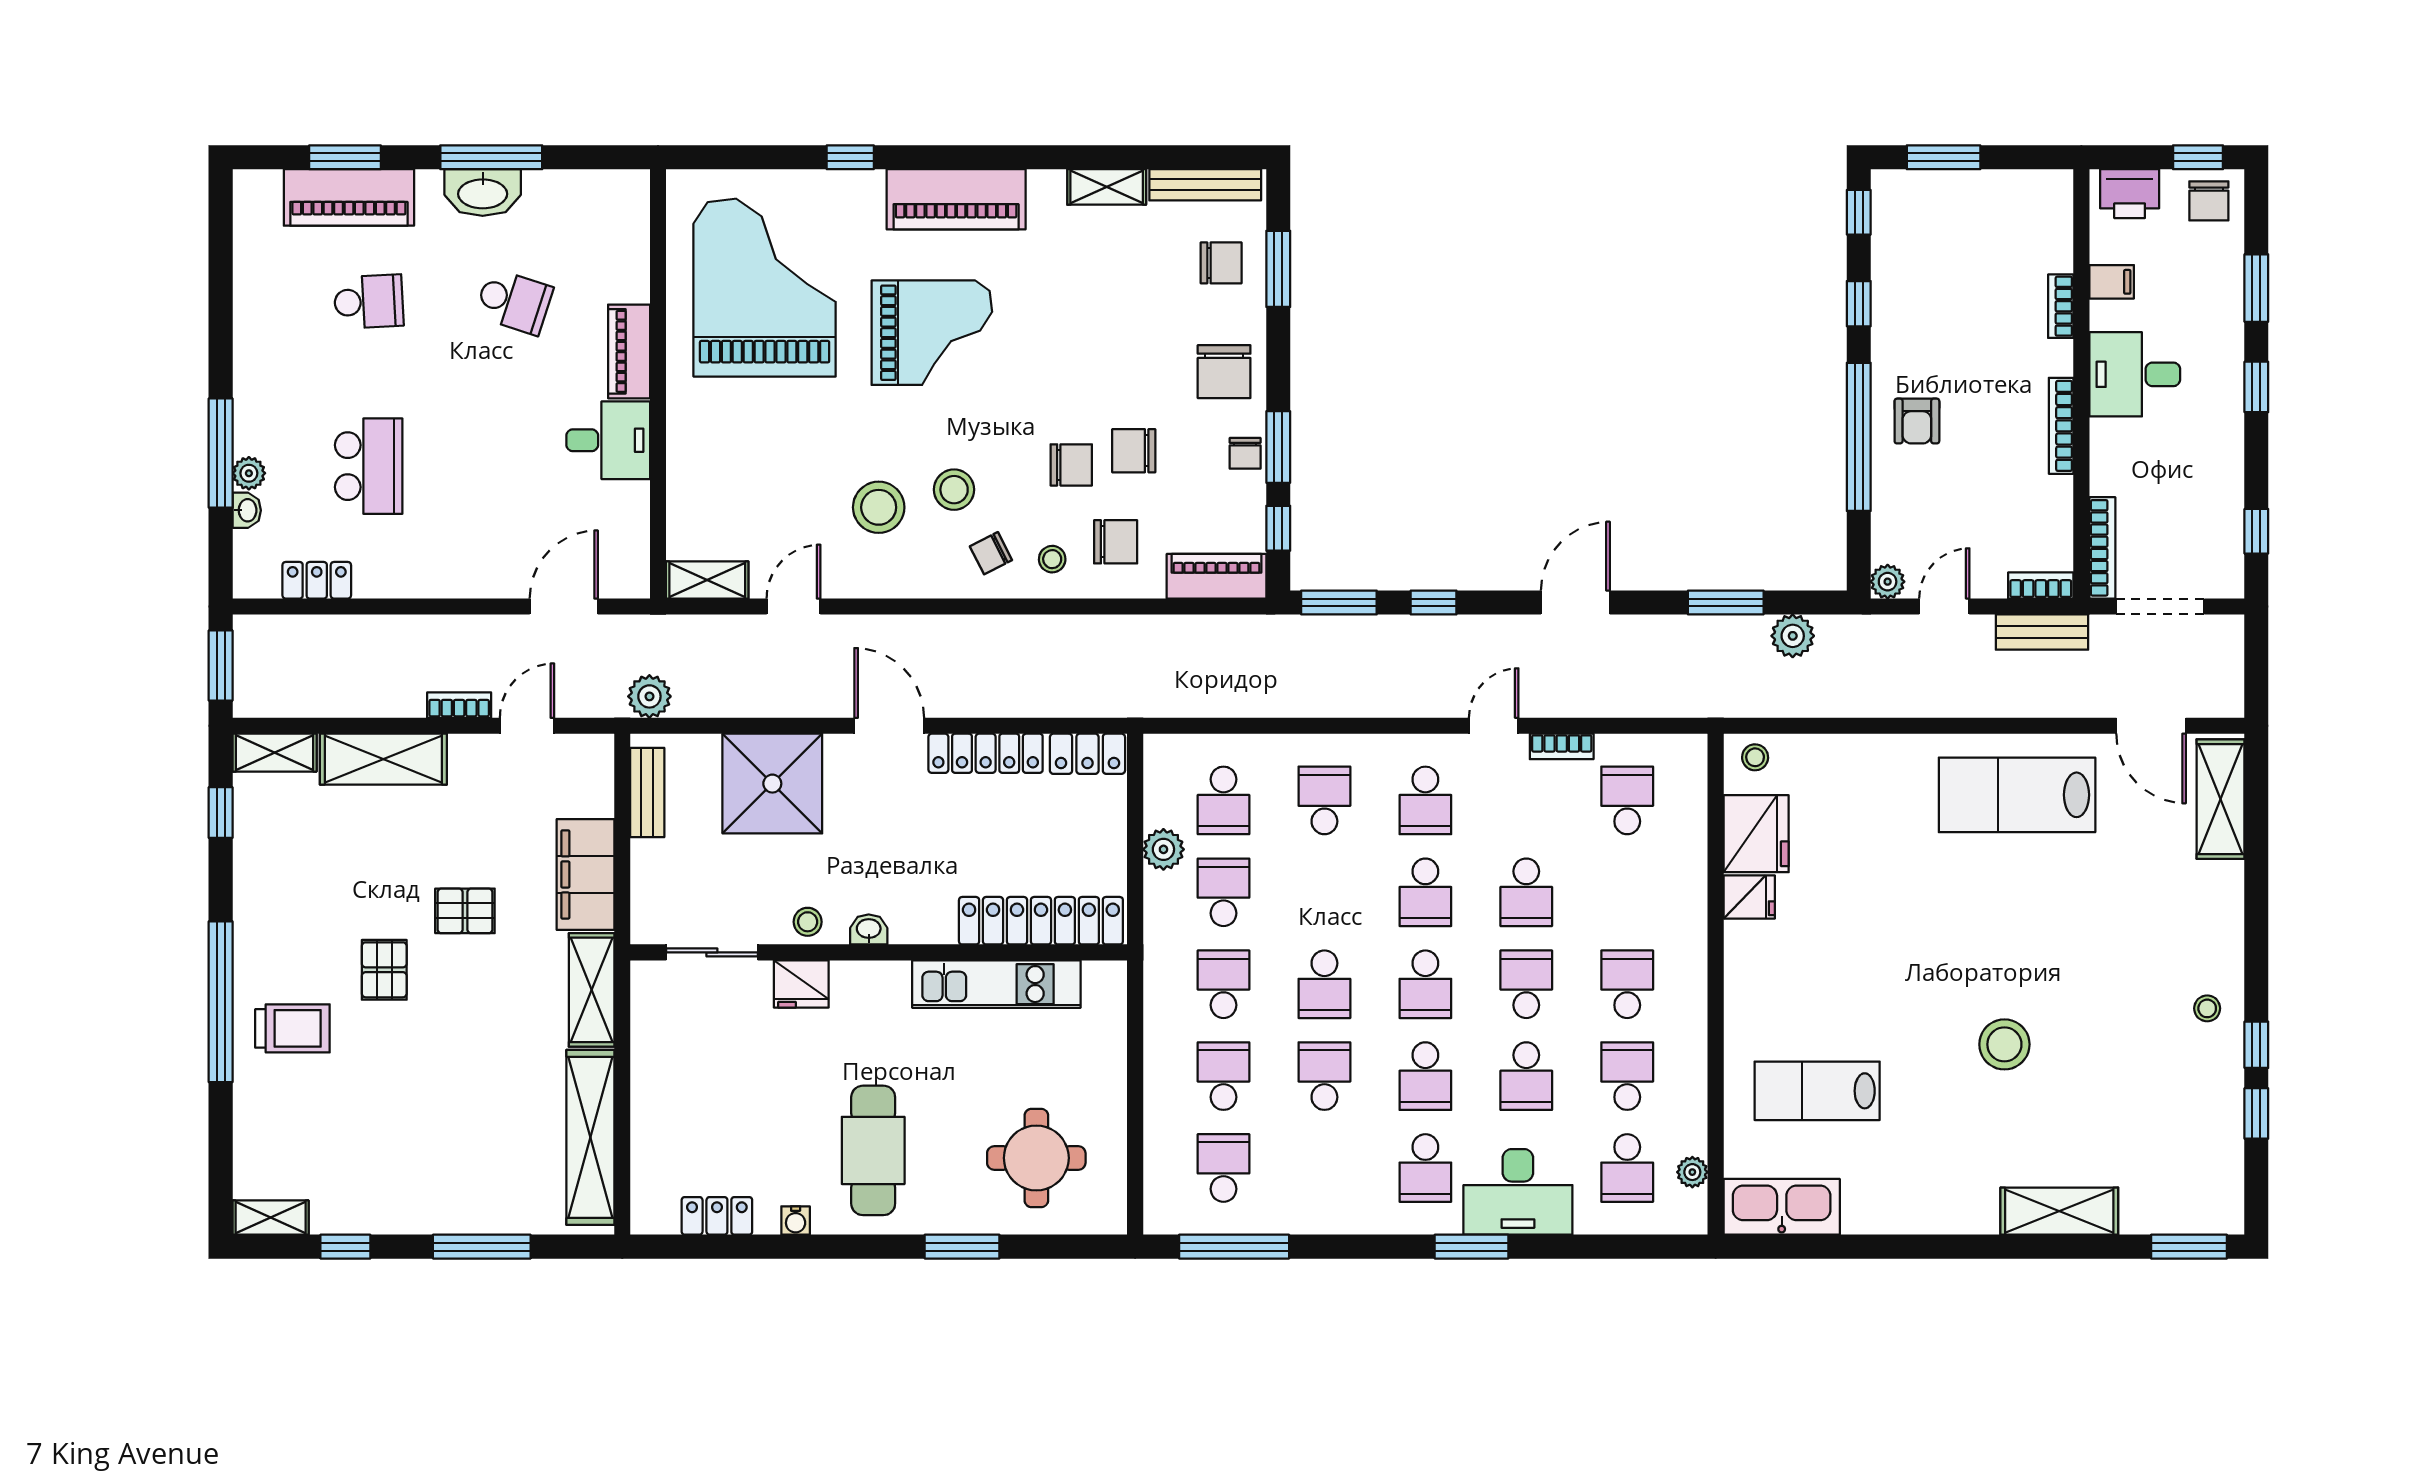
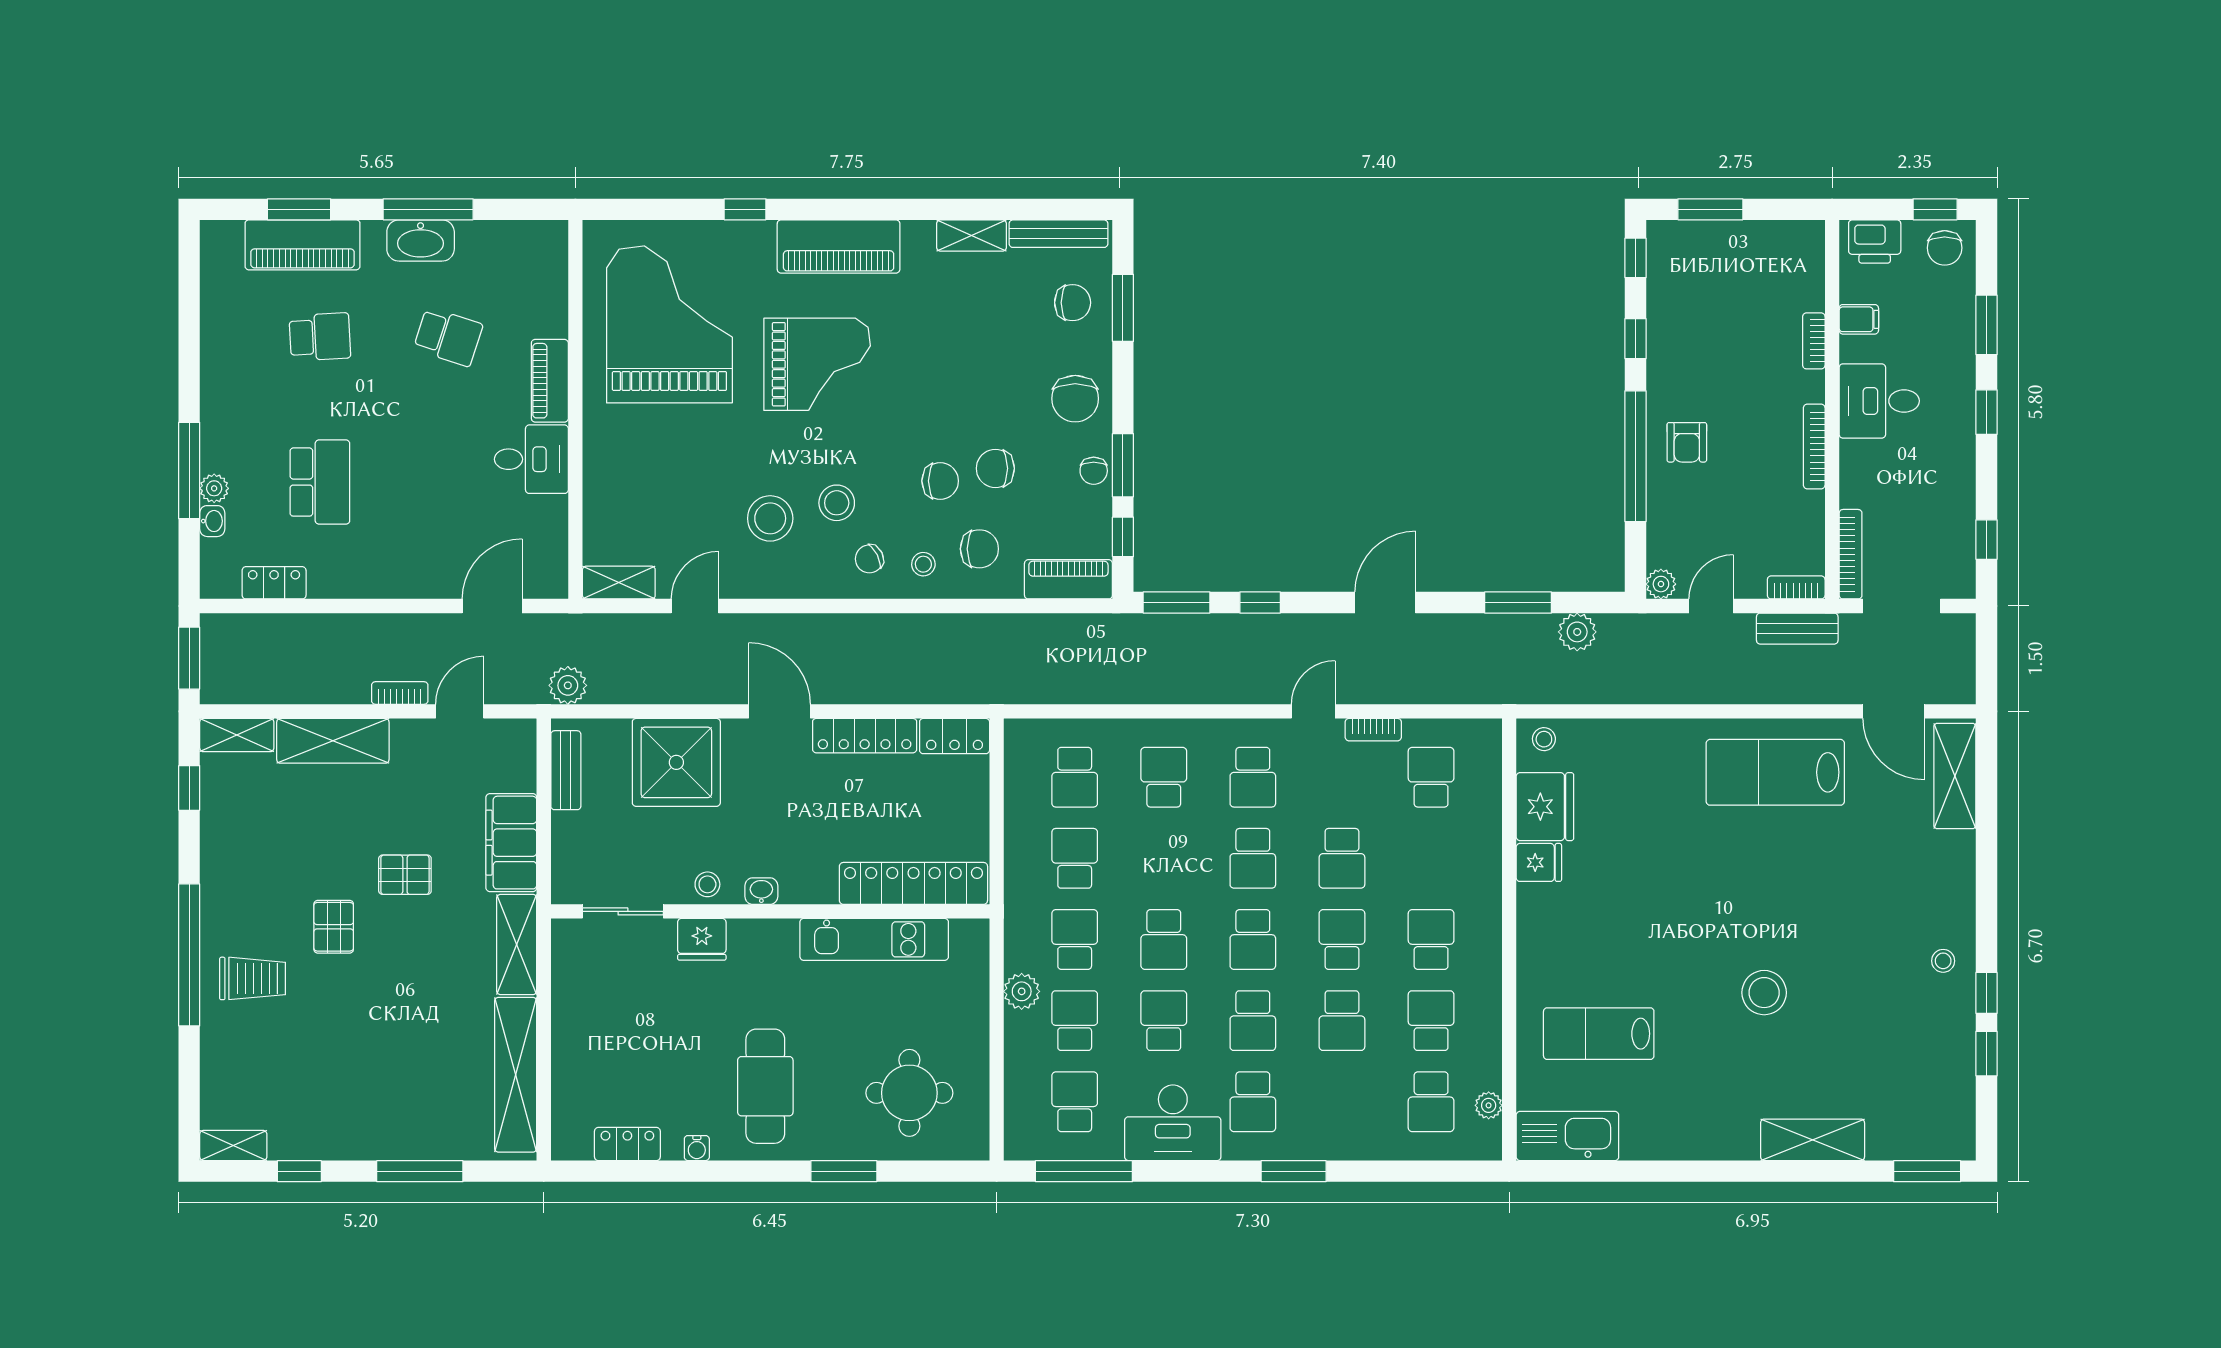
plant: (1163, 849) -> (1022, 991), moved
desk: (1518, 1192) -> (1173, 1123), moved

